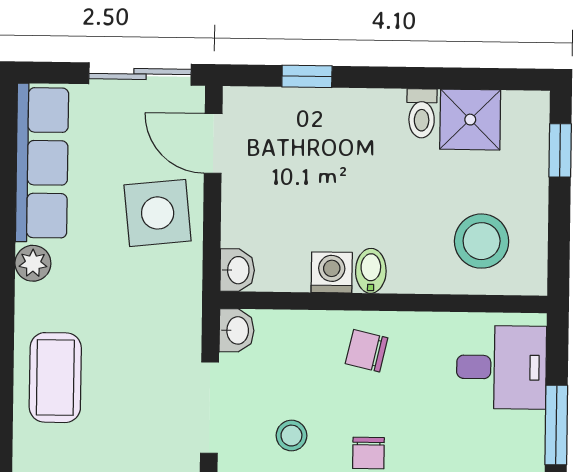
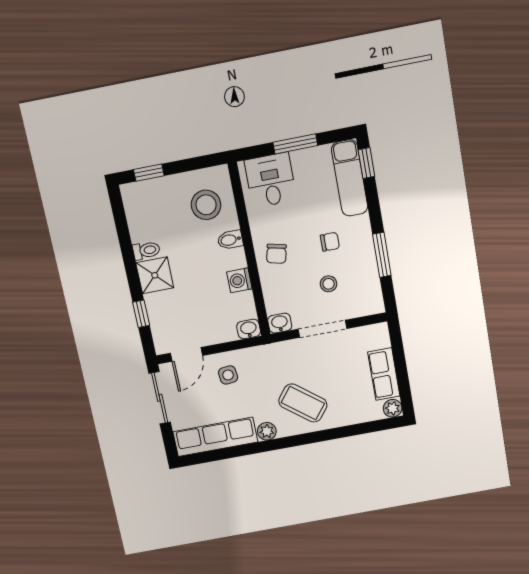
shower: (470, 120) -> (155, 275), moved
side table: (158, 213) -> (228, 375), width x0.54, depth x0.54
bidet: (371, 271) -> (230, 240), moved
coffee table: (55, 378) -> (303, 403), moved, turned 38

